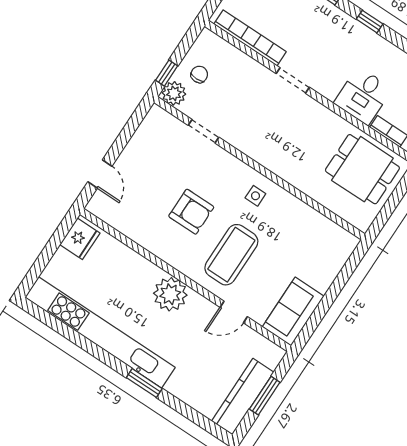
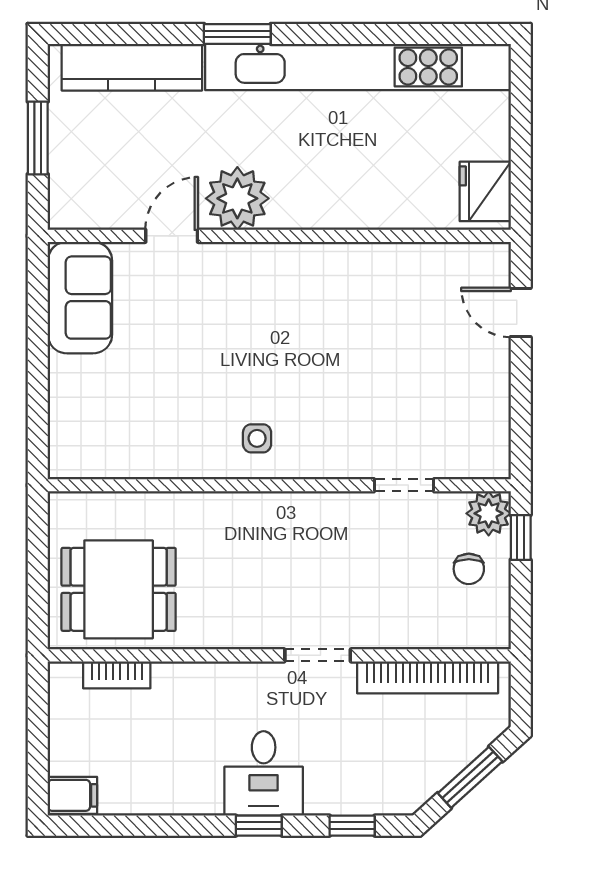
desk: (363, 96) -> (264, 773), moved, turned 180
armchair: (191, 212) -> (340, 348), removed
coffee table: (231, 255) -> (234, 322), removed
plant: (170, 294) -> (237, 198), moved
kitchen counter: (243, 397) -> (132, 67), moved, turned 90

